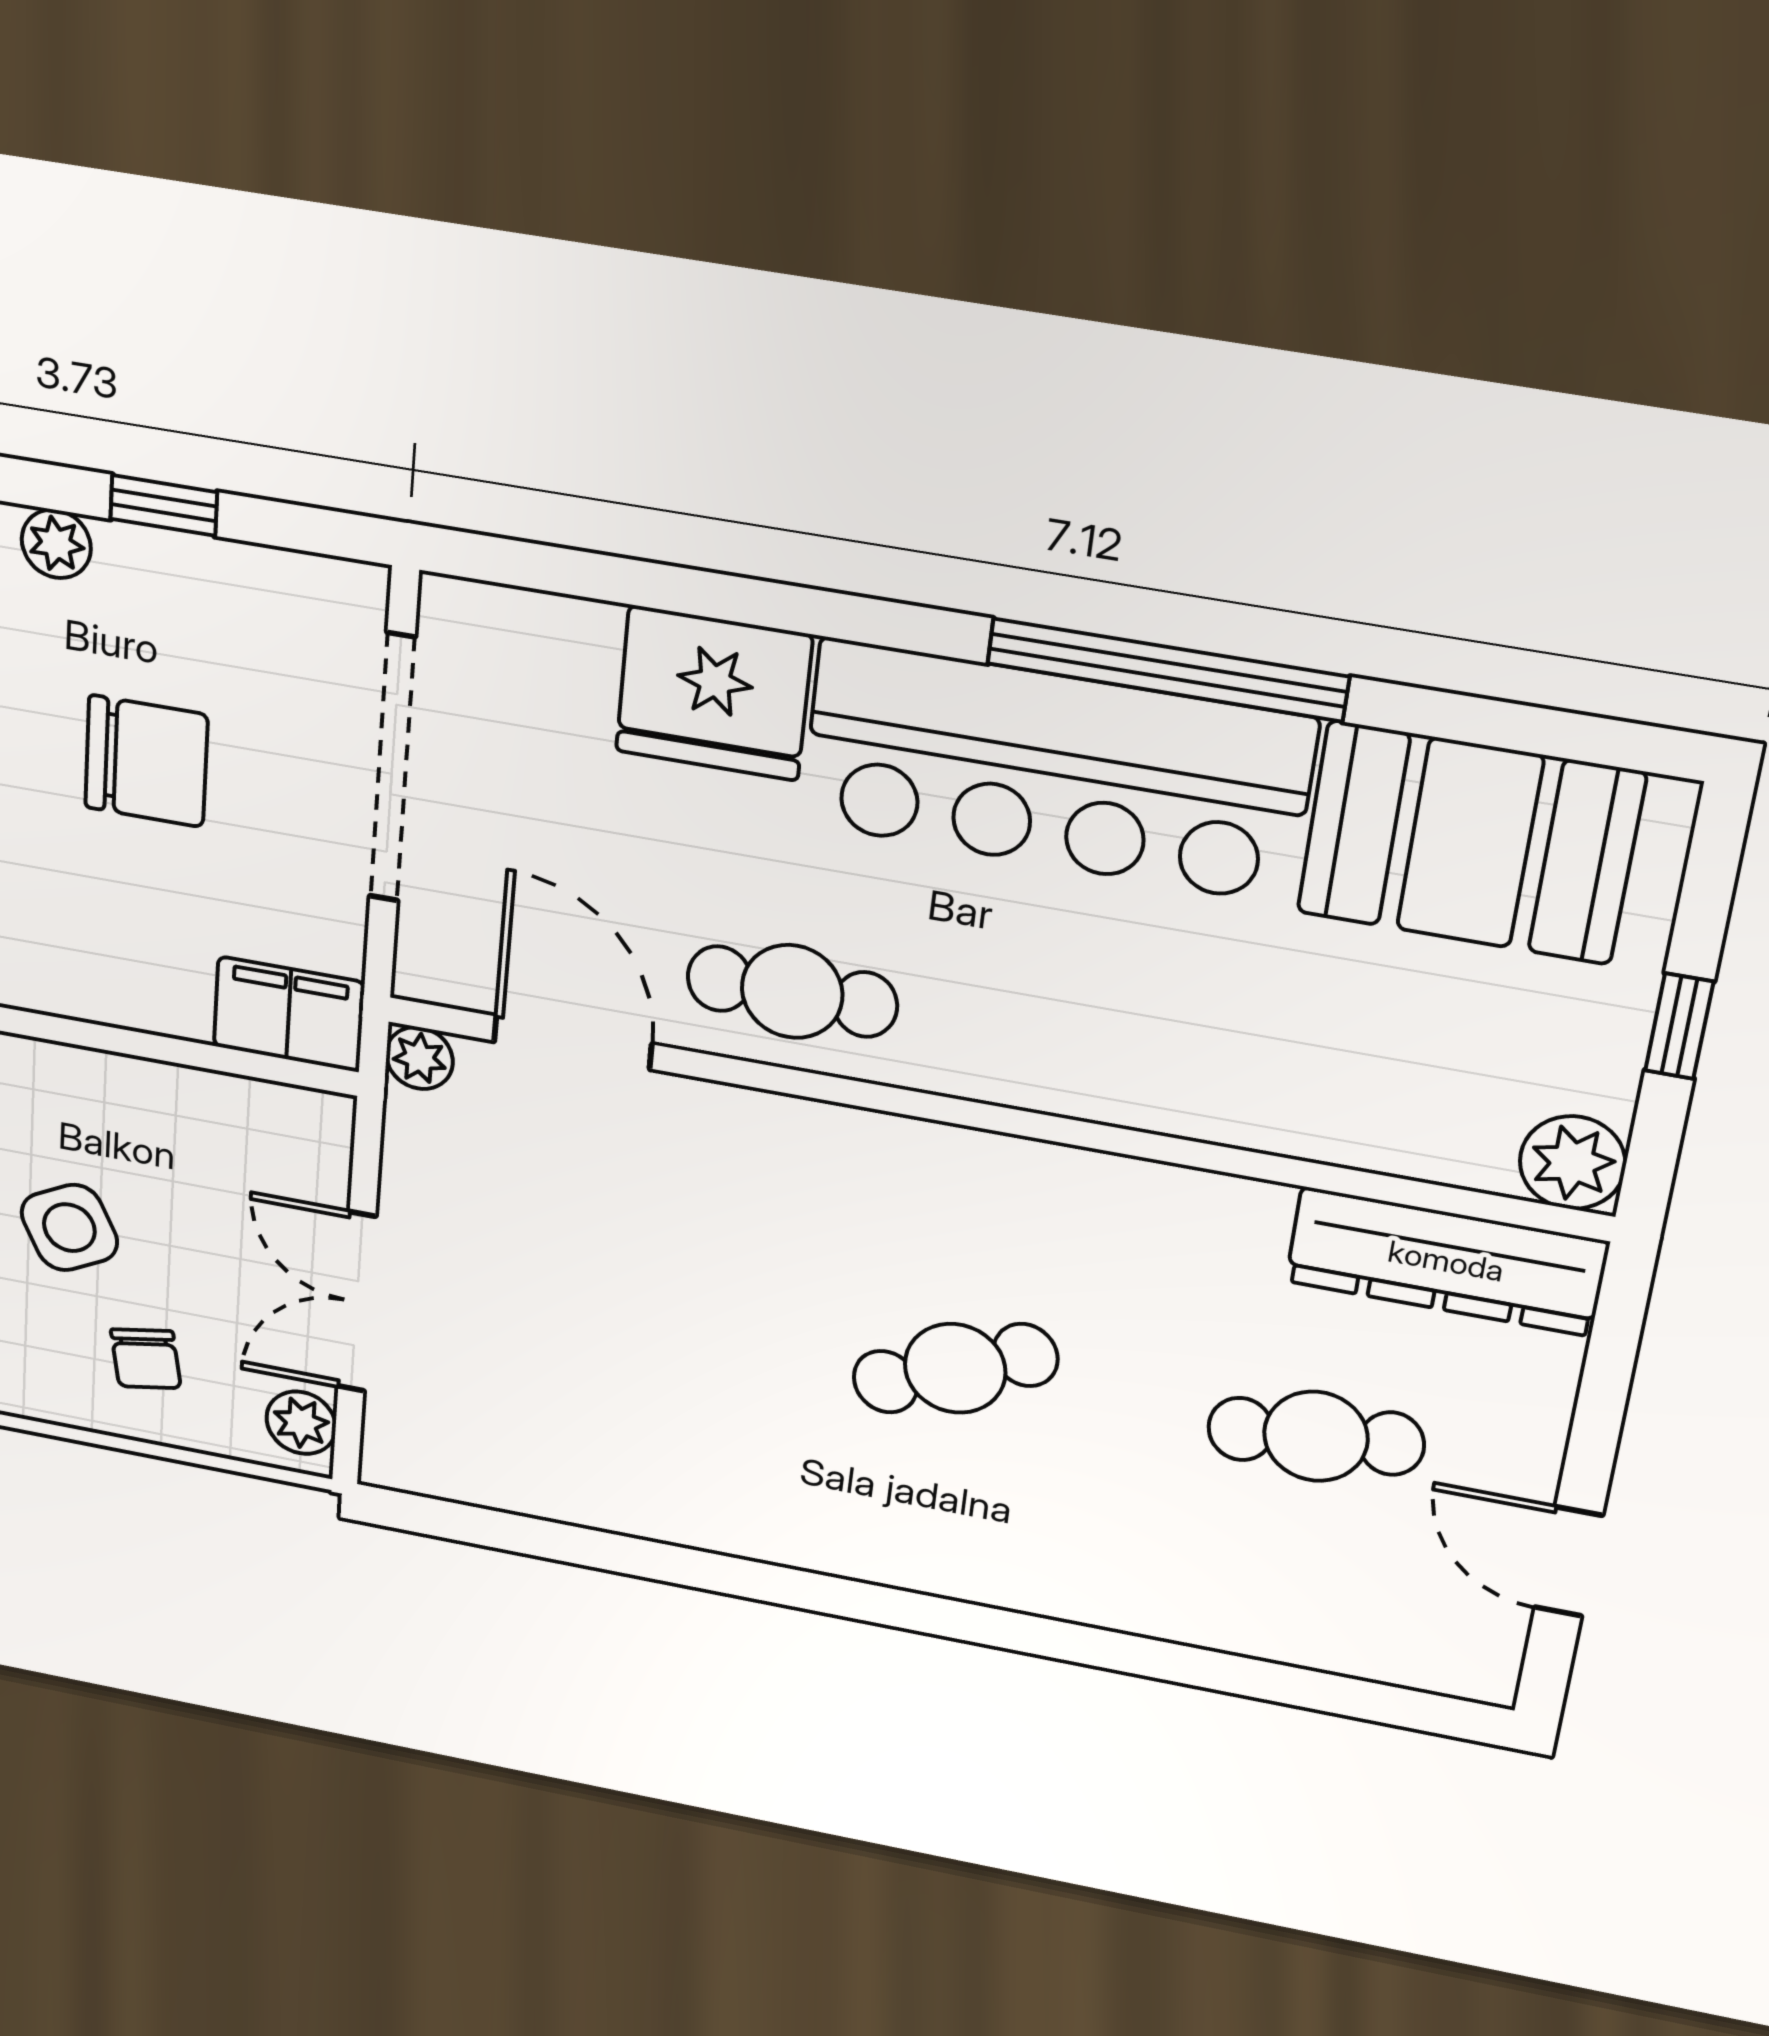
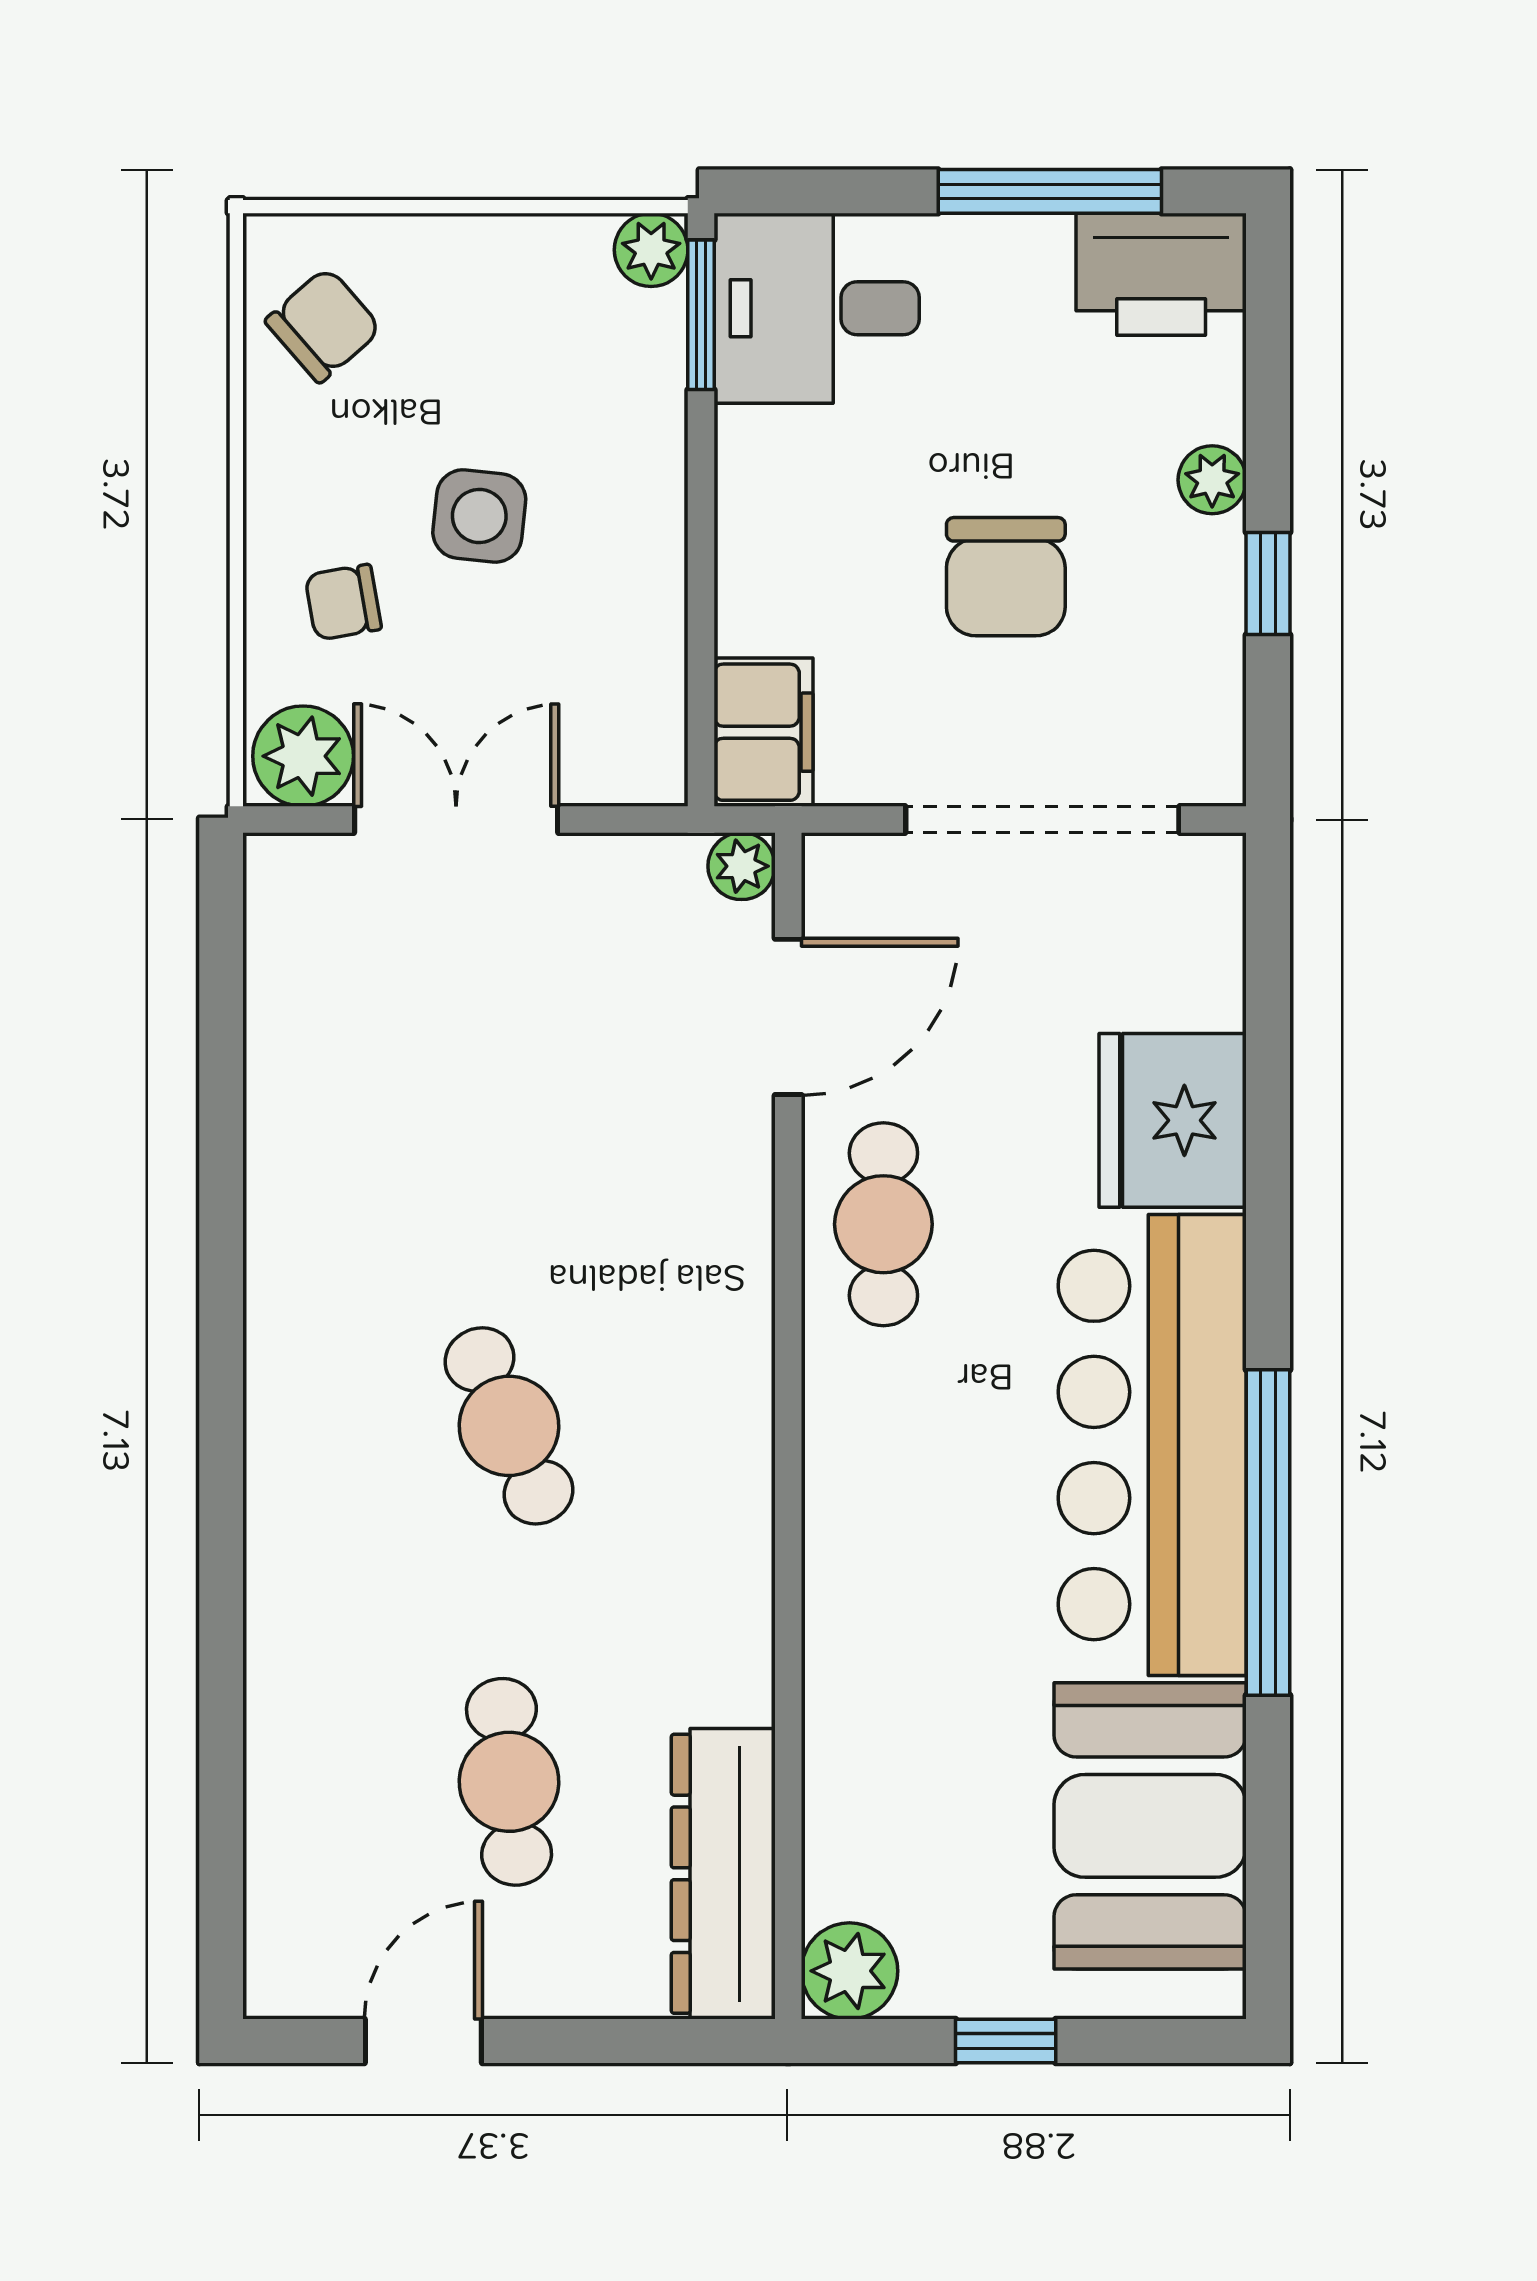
side table: (69, 1228) -> (479, 516), turned 33
plant: (301, 1423) -> (303, 756), width x1.38, depth x1.38

